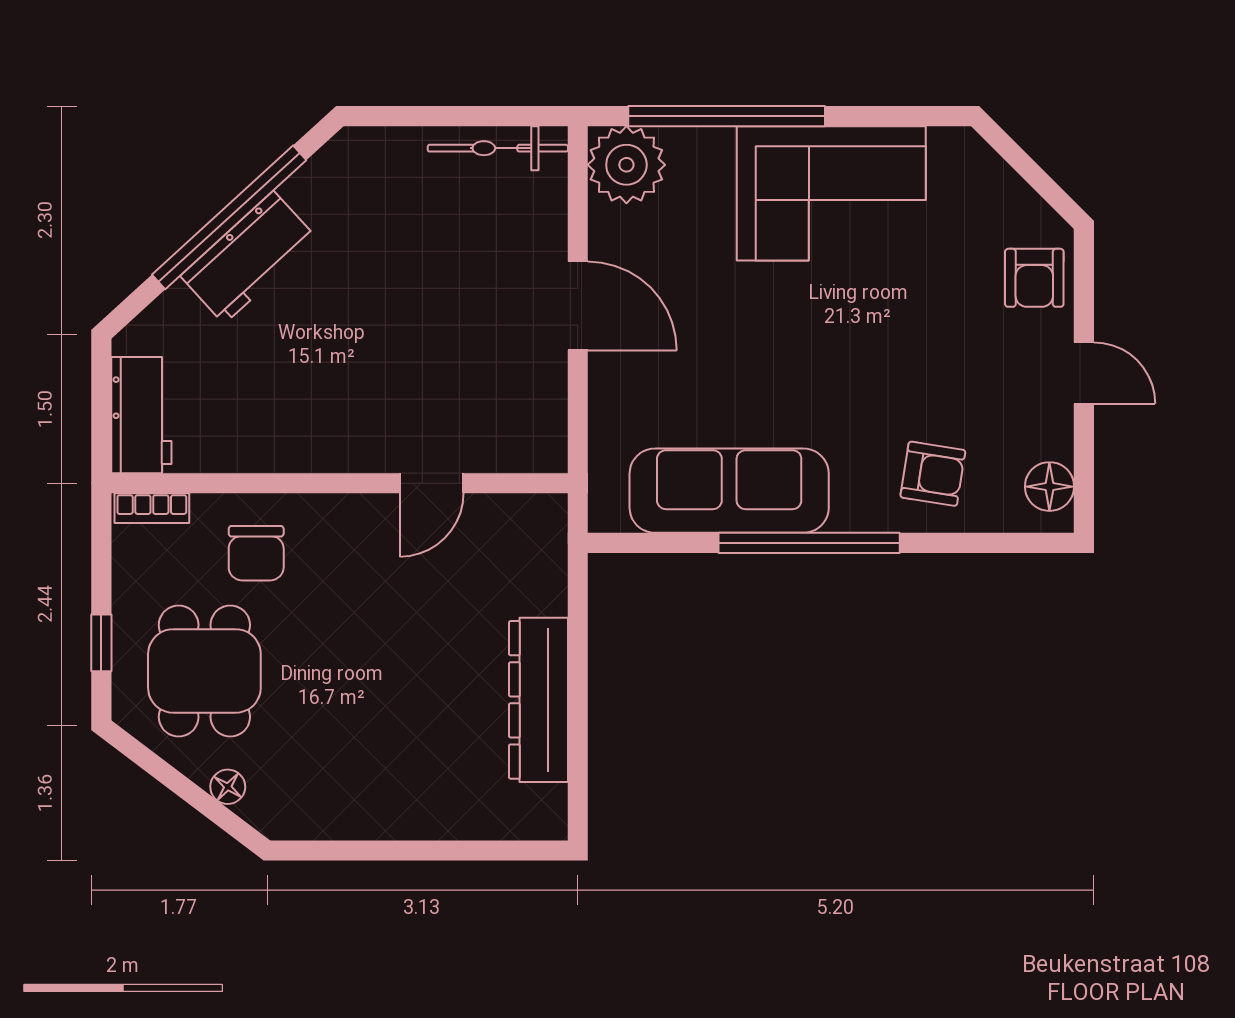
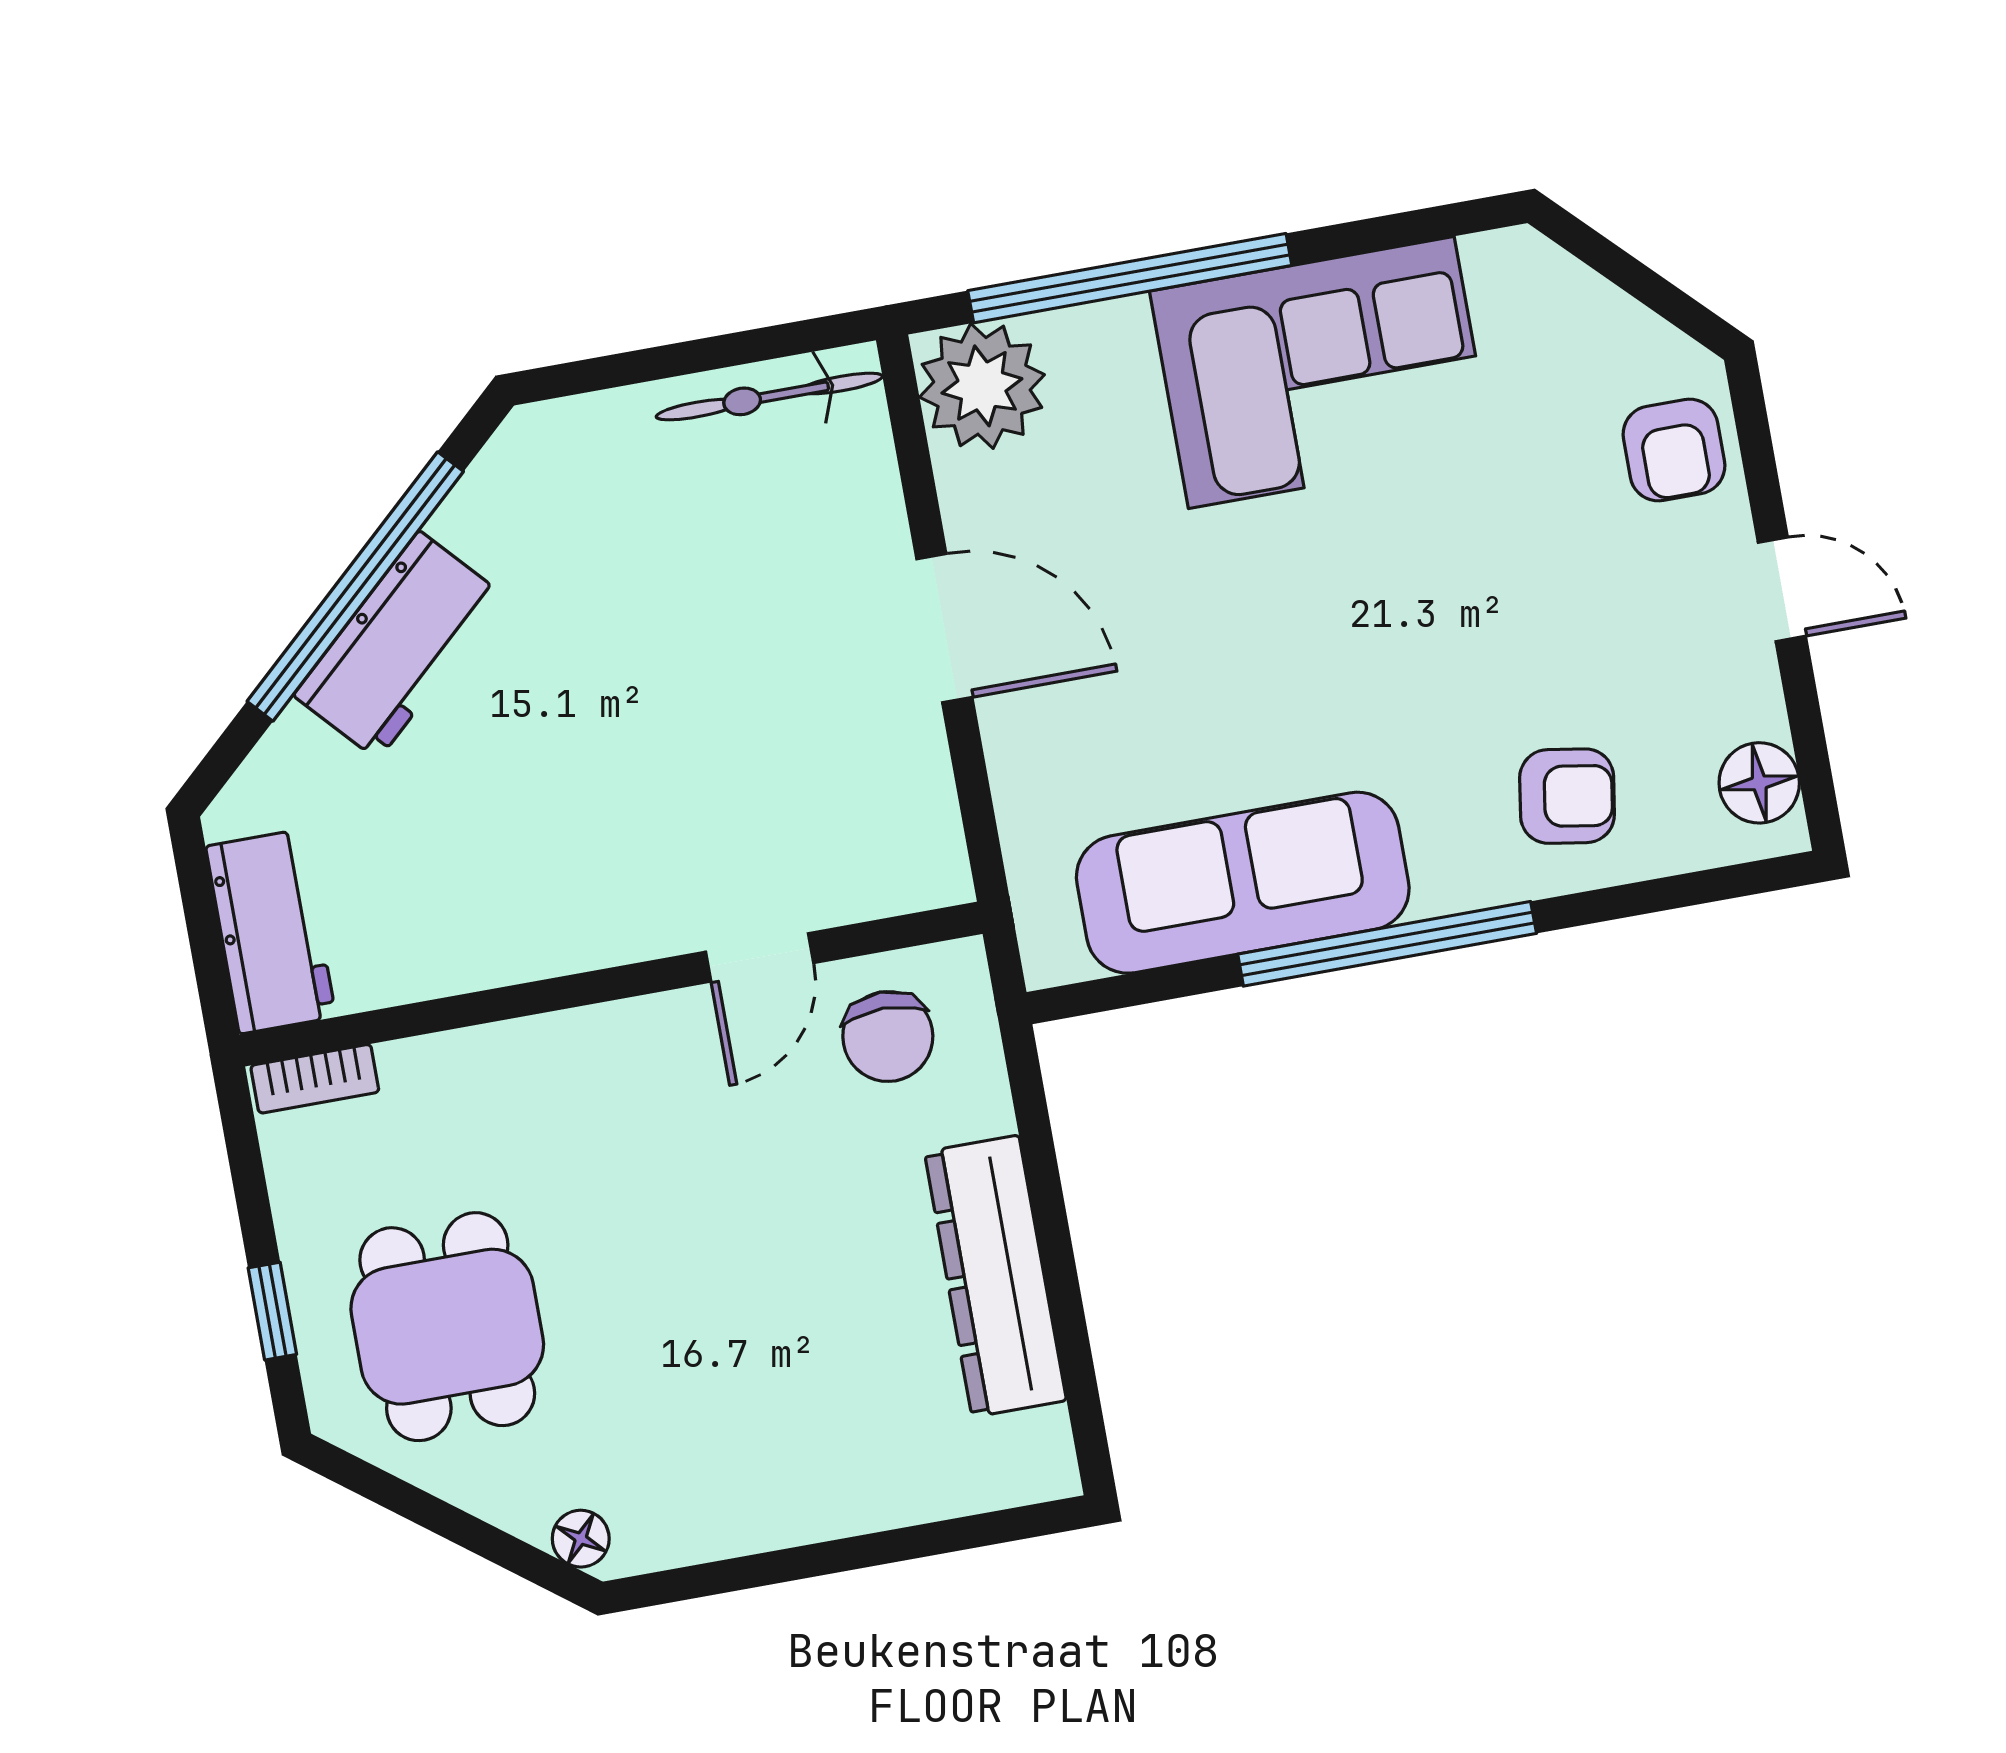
chair: (256, 553) -> (888, 1036), moved
floor lamp: (228, 787) -> (581, 1539), moved

